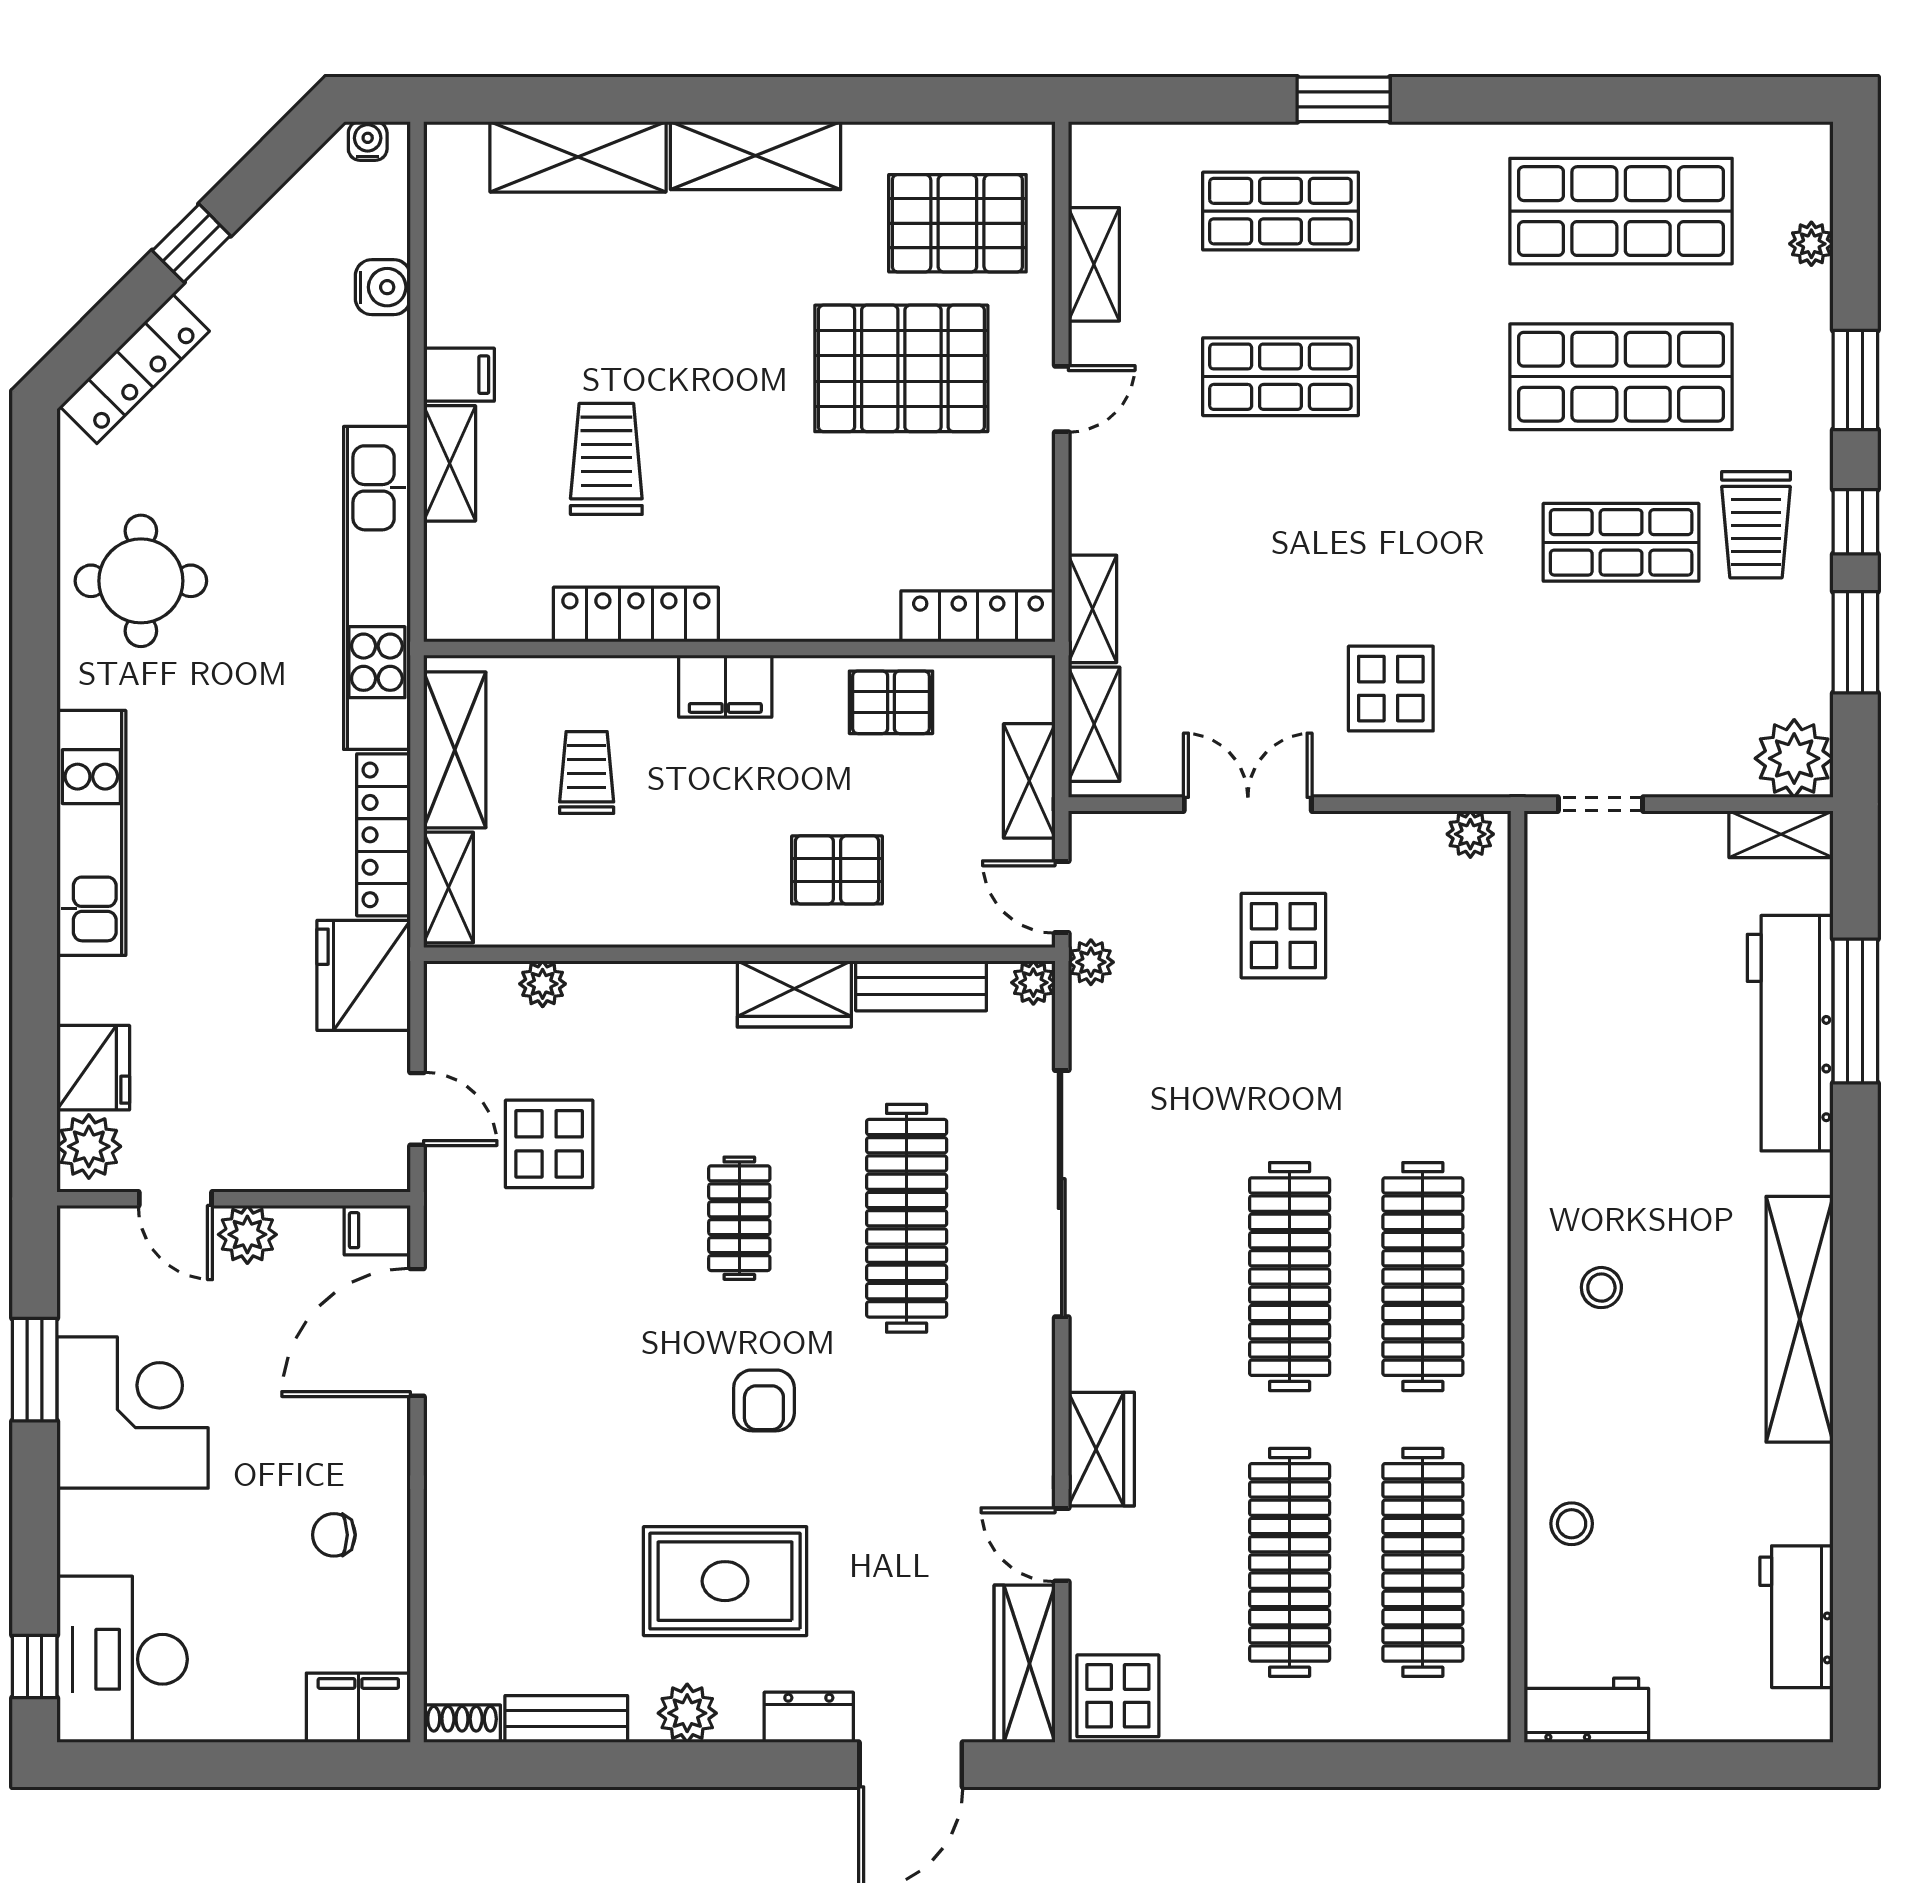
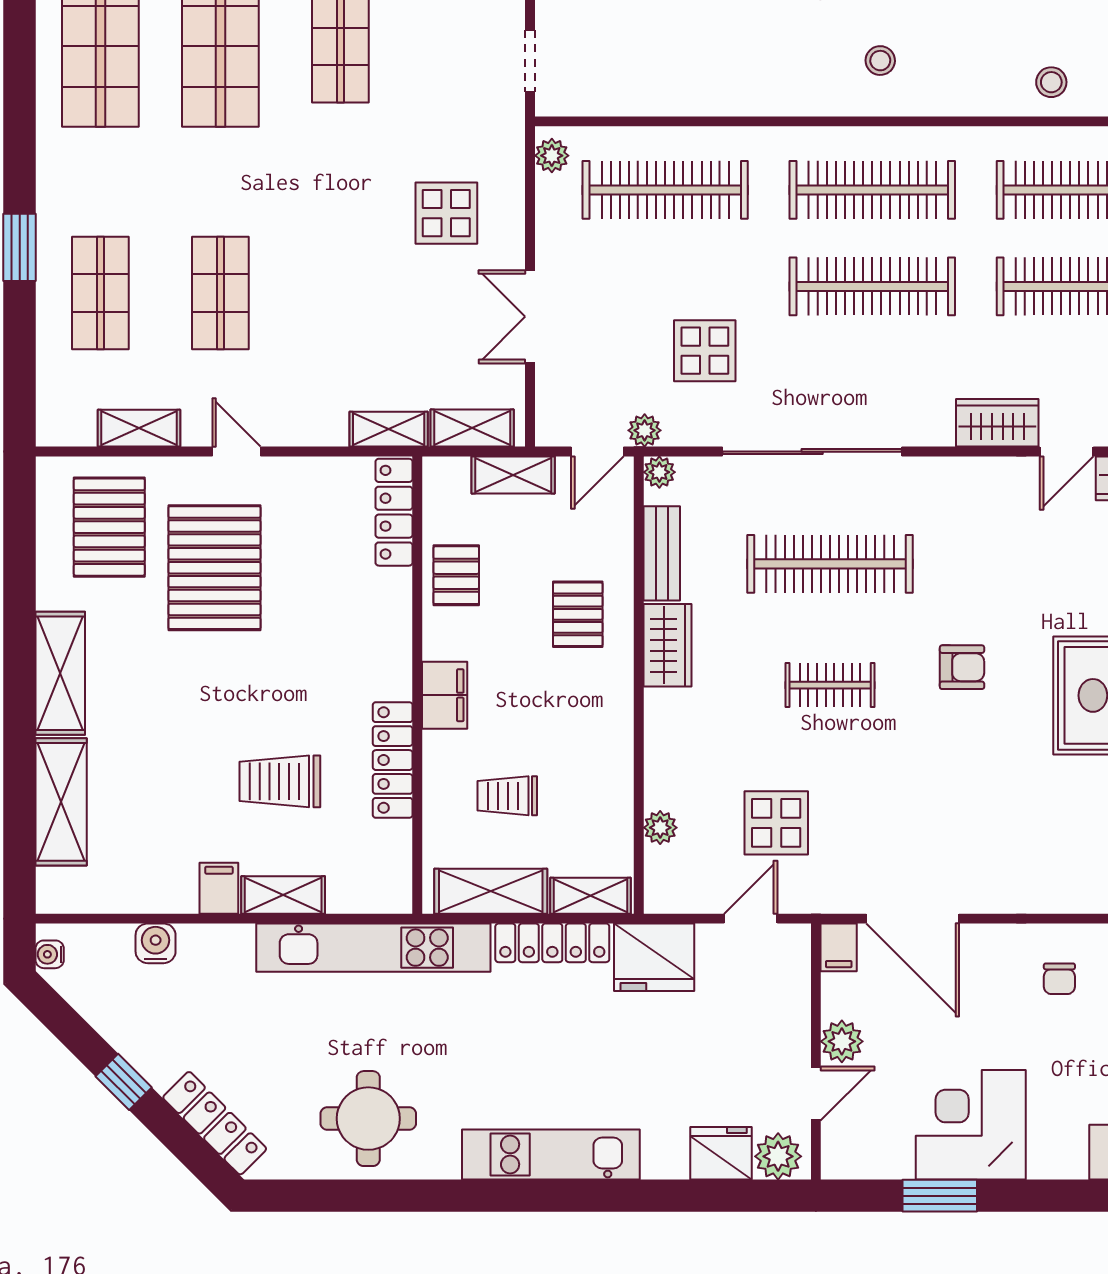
display table: (1283, 936) -> (705, 351), moved
clothes rail: (1423, 991) -> (665, 190), added

